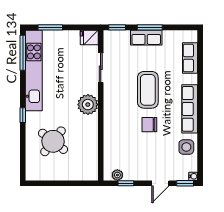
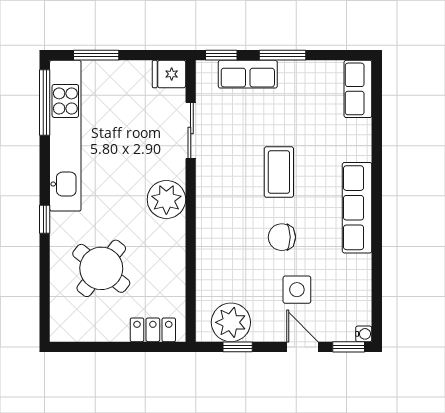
row of seats: (146, 38) -> (248, 74), moved
row of seats: (190, 58) -> (358, 89), moved
coffee table: (148, 90) -> (279, 172), width x0.73, depth x0.76
side table: (186, 147) -> (297, 290), moved
locker: (81, 174) -> (153, 330), added
plant: (117, 175) -> (231, 322), width x1.88, depth x1.88
door: (160, 183) -> (302, 347), swing flipped

